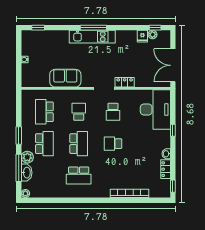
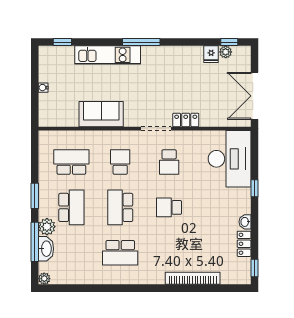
kitchen unit: (92, 37) -> (108, 55), moved
school desk: (44, 112) -> (71, 162), turned 90
school desk: (79, 144) -> (120, 207), turned 180

